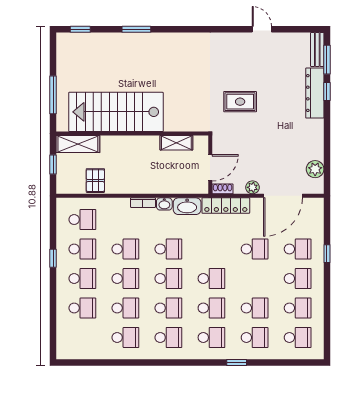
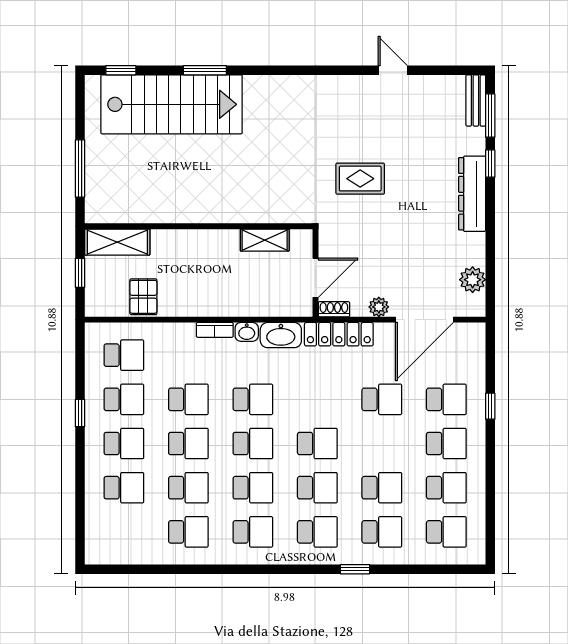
dresser: (315, 93) -> (472, 194), moved
stairs: (116, 112) -> (172, 104), moved, turned 180

